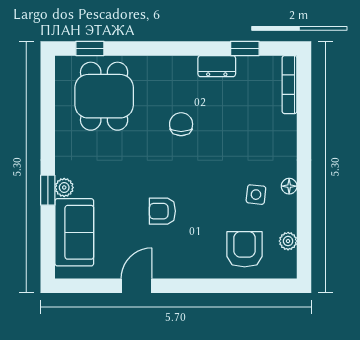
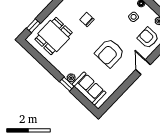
dining table: (104, 96) -> (54, 36), turned 90
armchair: (162, 211) -> (110, 53), width x1.88, depth x1.88
door: (136, 286) -> (143, 67), moved

